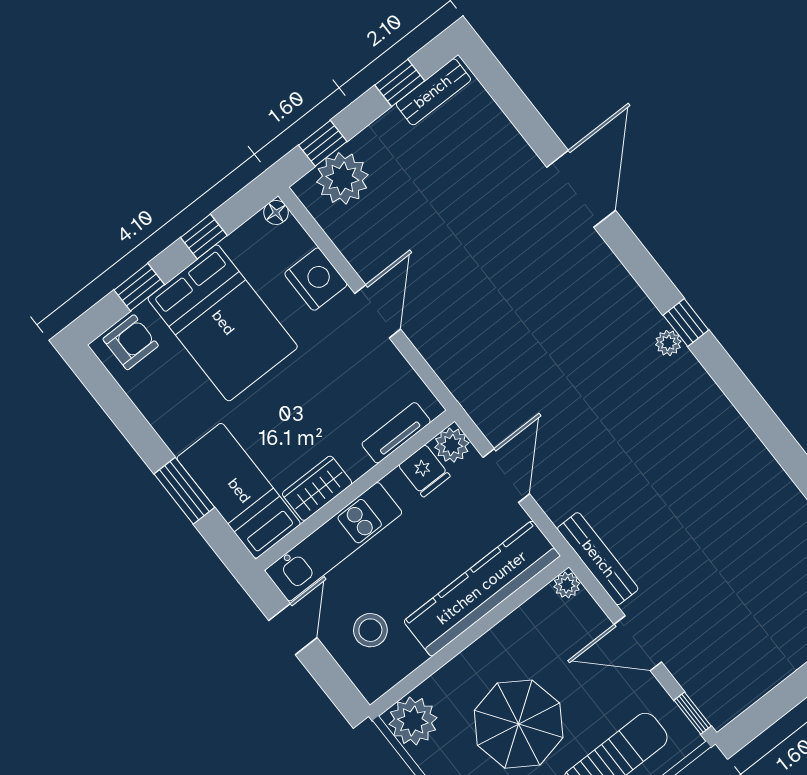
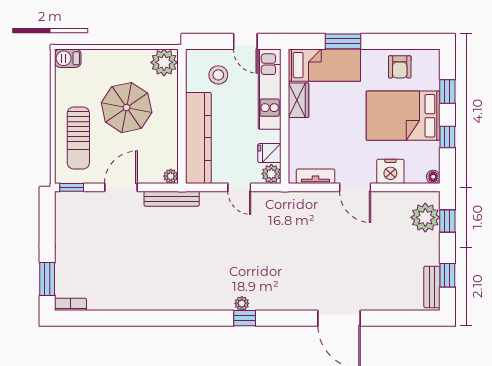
armchair: (131, 342) -> (400, 67), moved
tv unit: (396, 433) -> (315, 176), moved, turned -90
door: (506, 476) -> (239, 187), width x0.73

